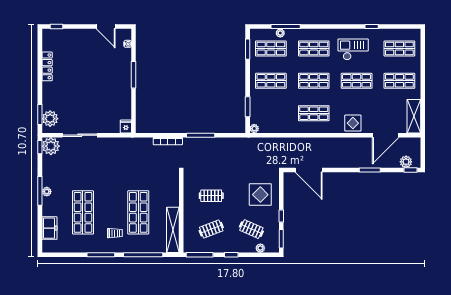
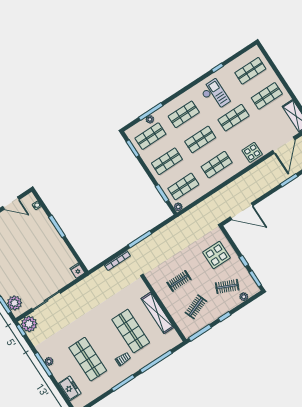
checkout: (353, 49) -> (215, 95), turned 90
shop shelf: (271, 113) -> (183, 186), added
shelving: (173, 230) -> (157, 313), moved

